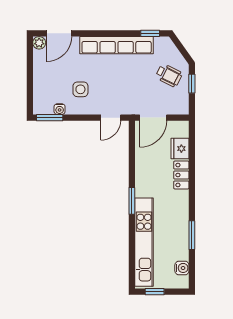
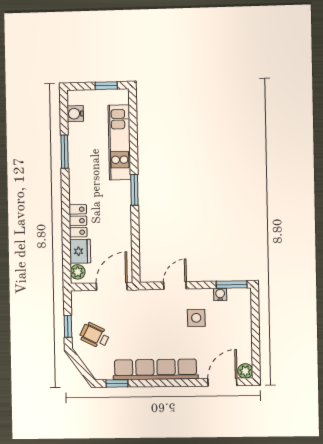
door: (111, 118) -> (175, 285), moved
plant: (183, 131) -> (78, 272), added
kitchen unit: (144, 242) -> (119, 142), width x0.73

